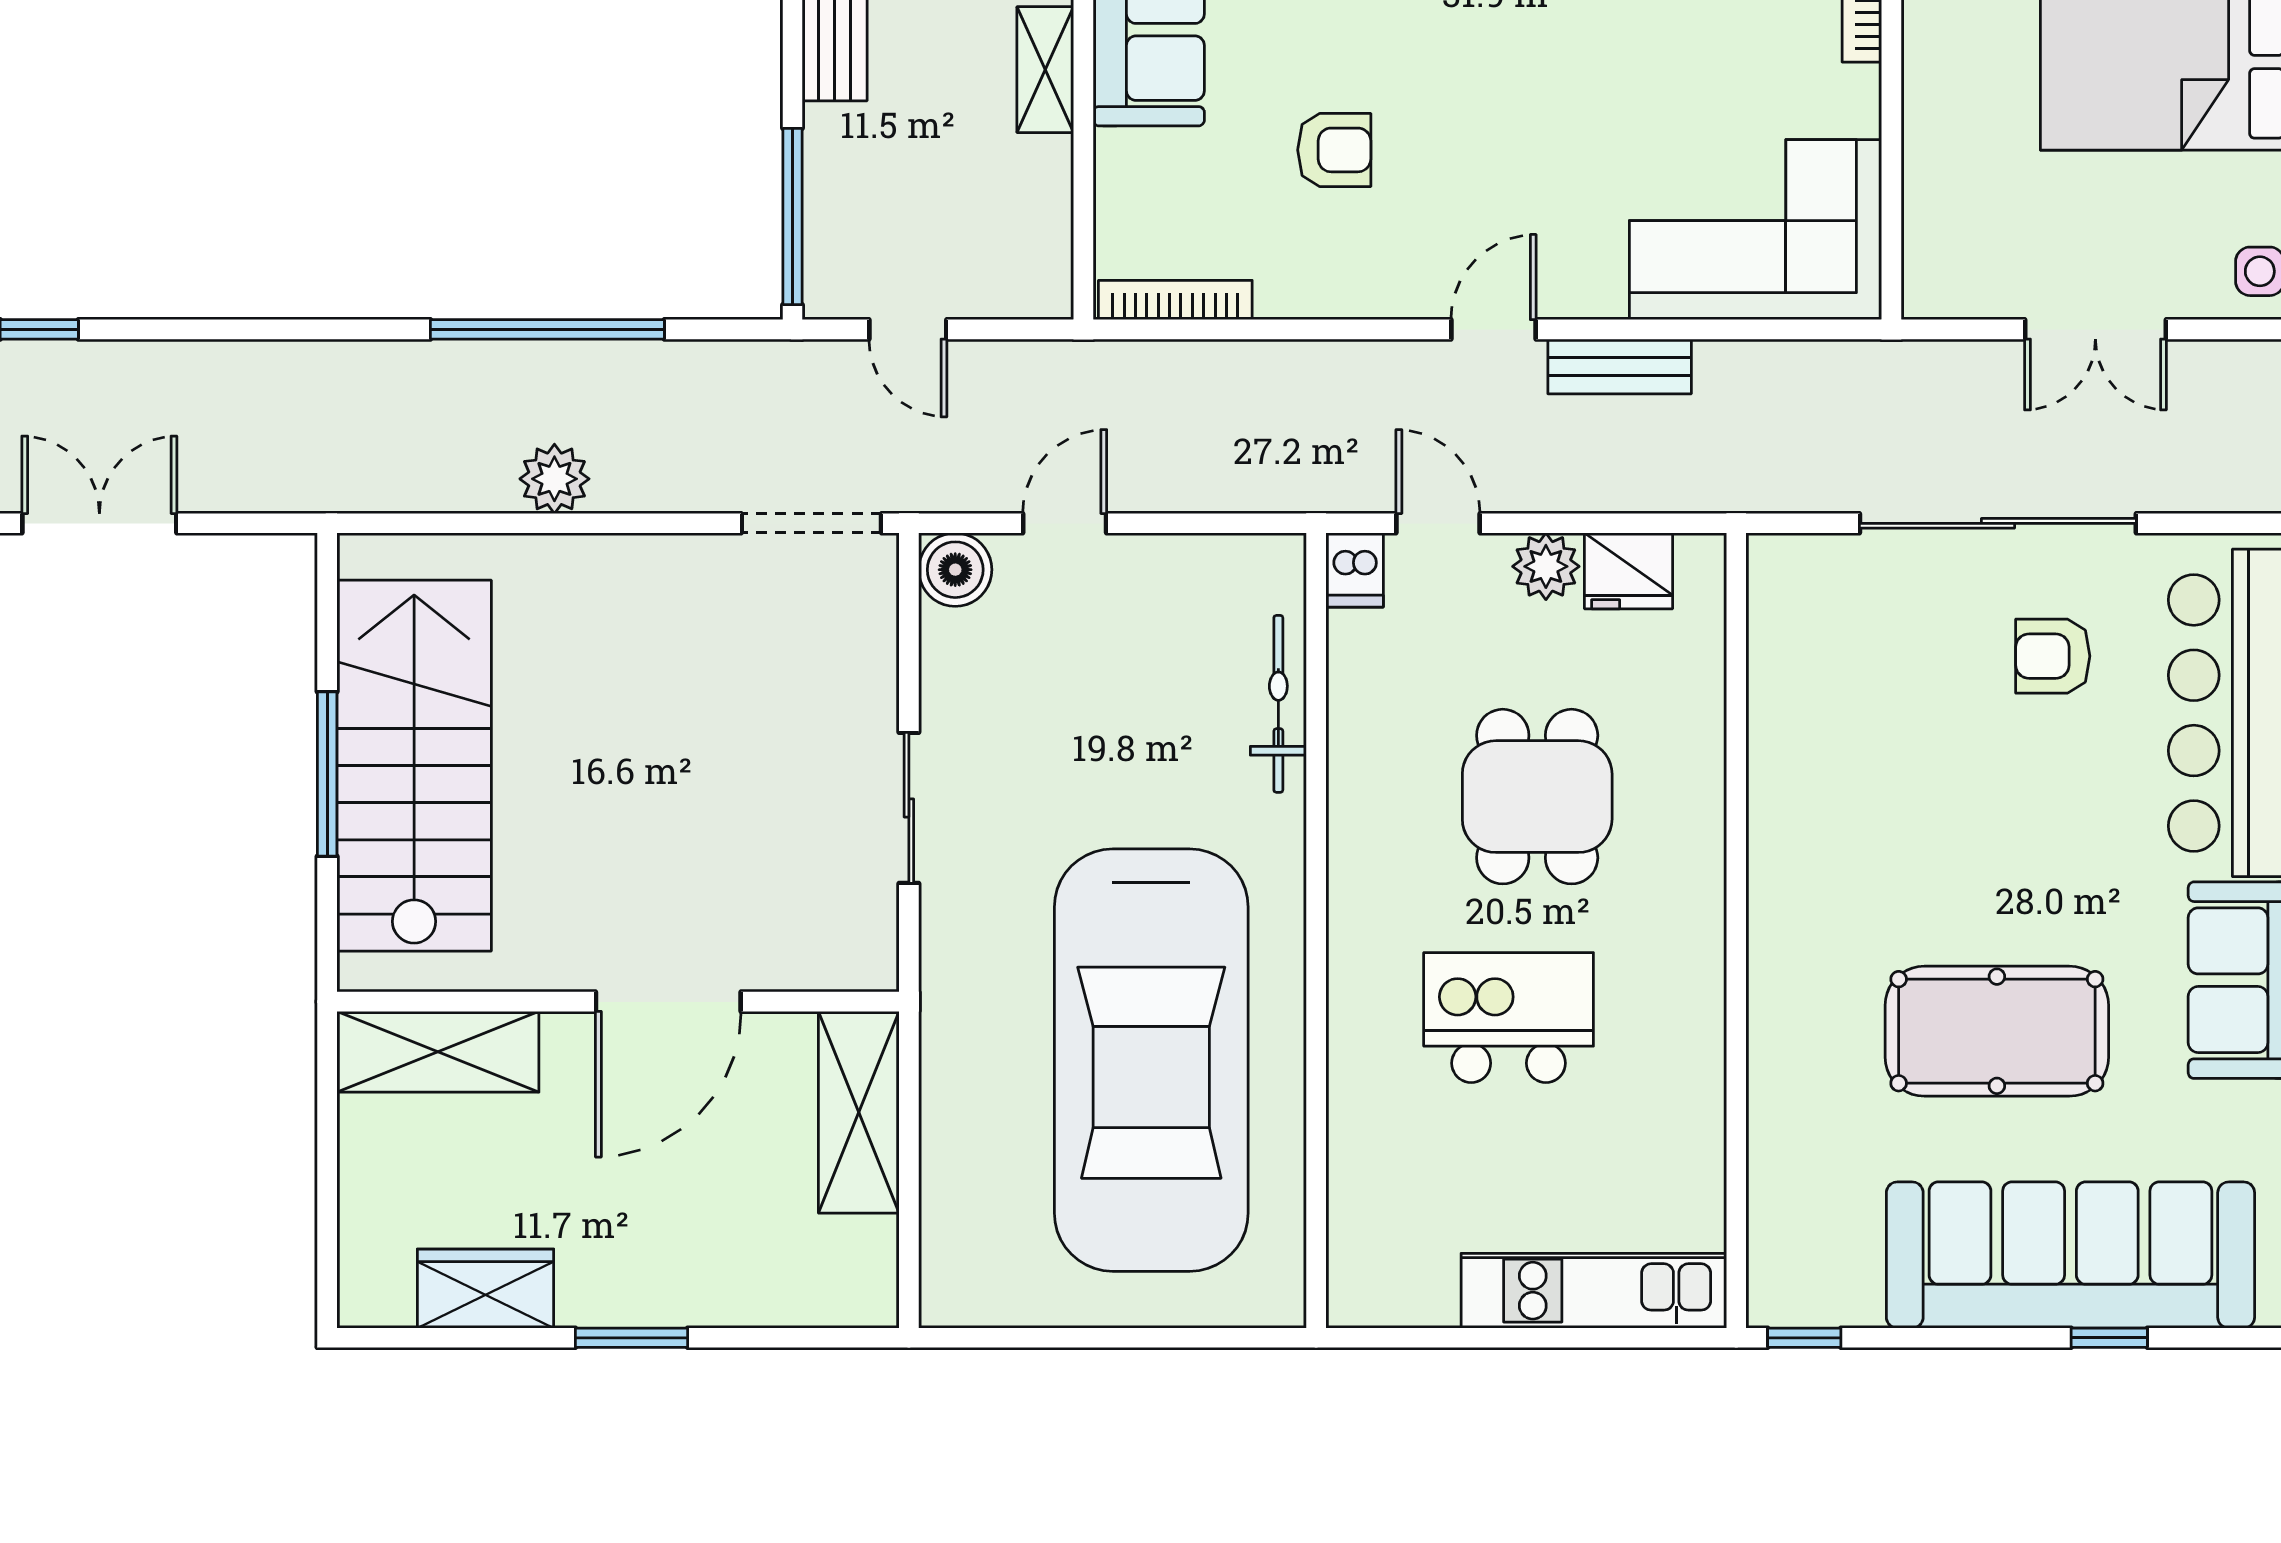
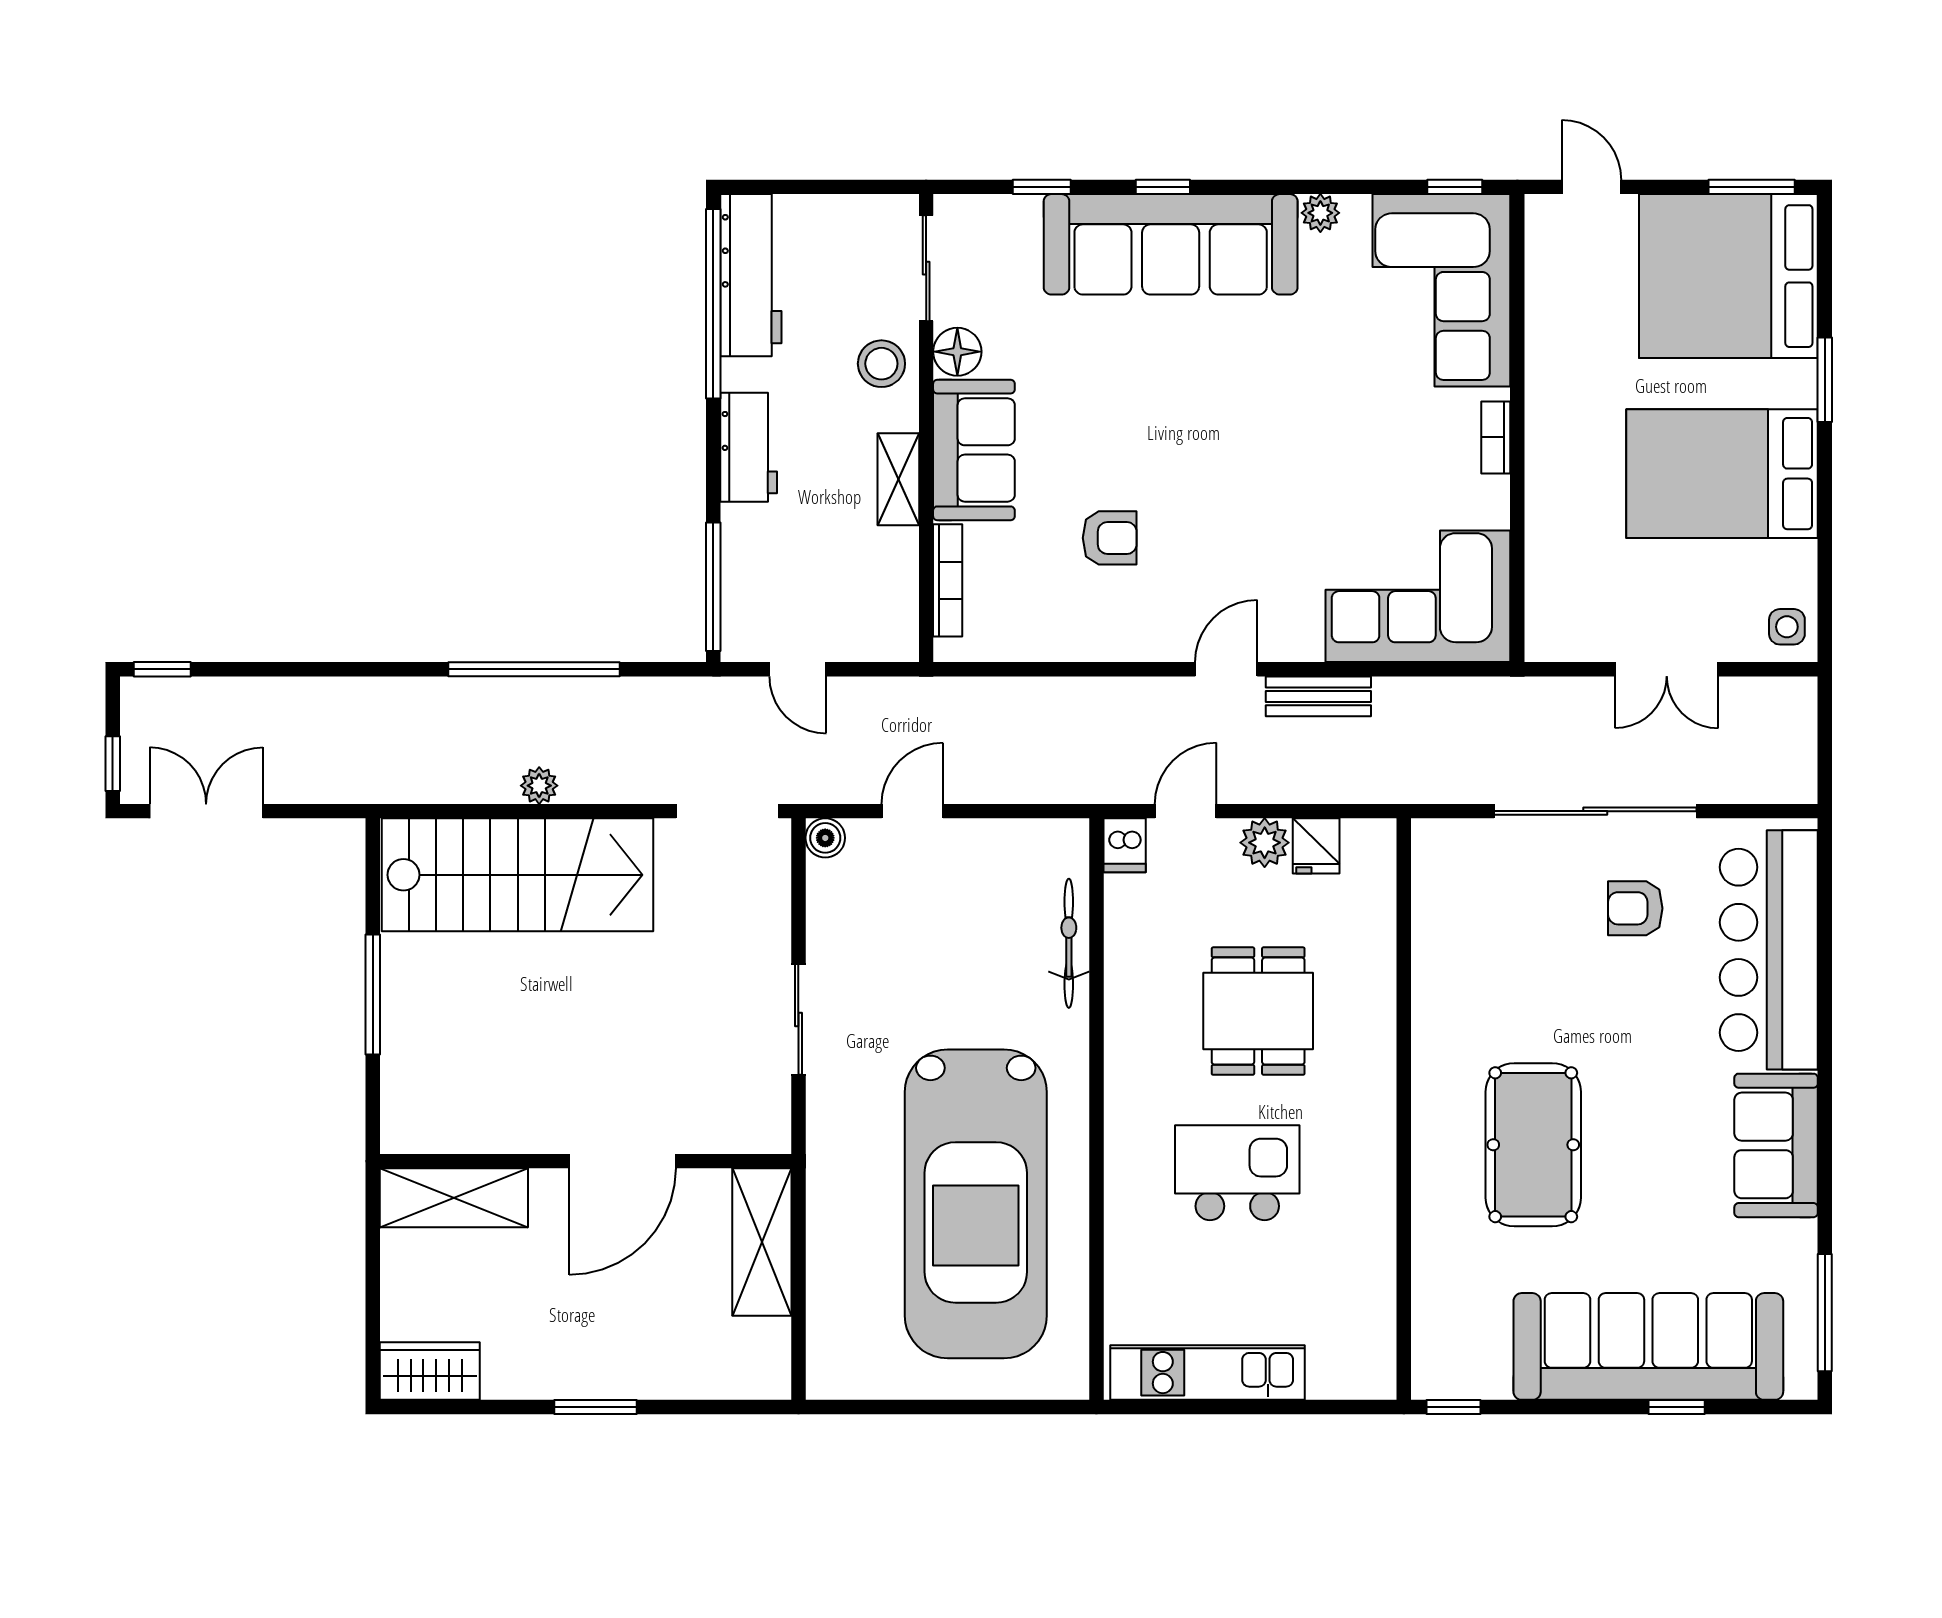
bookcase: (1175, 300) -> (948, 580), moved, turned 90
plant: (554, 479) -> (539, 786), width x0.73, depth x0.73
door: (1438, 523) -> (1186, 811), hinge flipped
boiler: (955, 570) -> (825, 838), width x0.73, depth x0.73
fridge: (1628, 571) -> (1316, 846), width x0.72
stairs: (414, 766) -> (518, 875), moved, turned 90
pool table: (1997, 1031) -> (1533, 1145), moved, turned 90
wardrobe: (486, 1289) -> (430, 1371), moved
kitchen unit: (1594, 1291) -> (1207, 1373), moved

